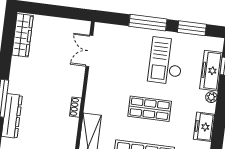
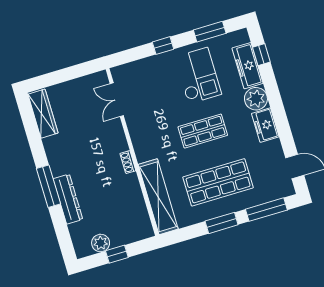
window: (148, 23) -> (163, 46), width x0.46
checkout: (166, 61) -> (198, 76), turned 180
plant: (211, 97) -> (256, 99), width x1.87, depth x1.87

